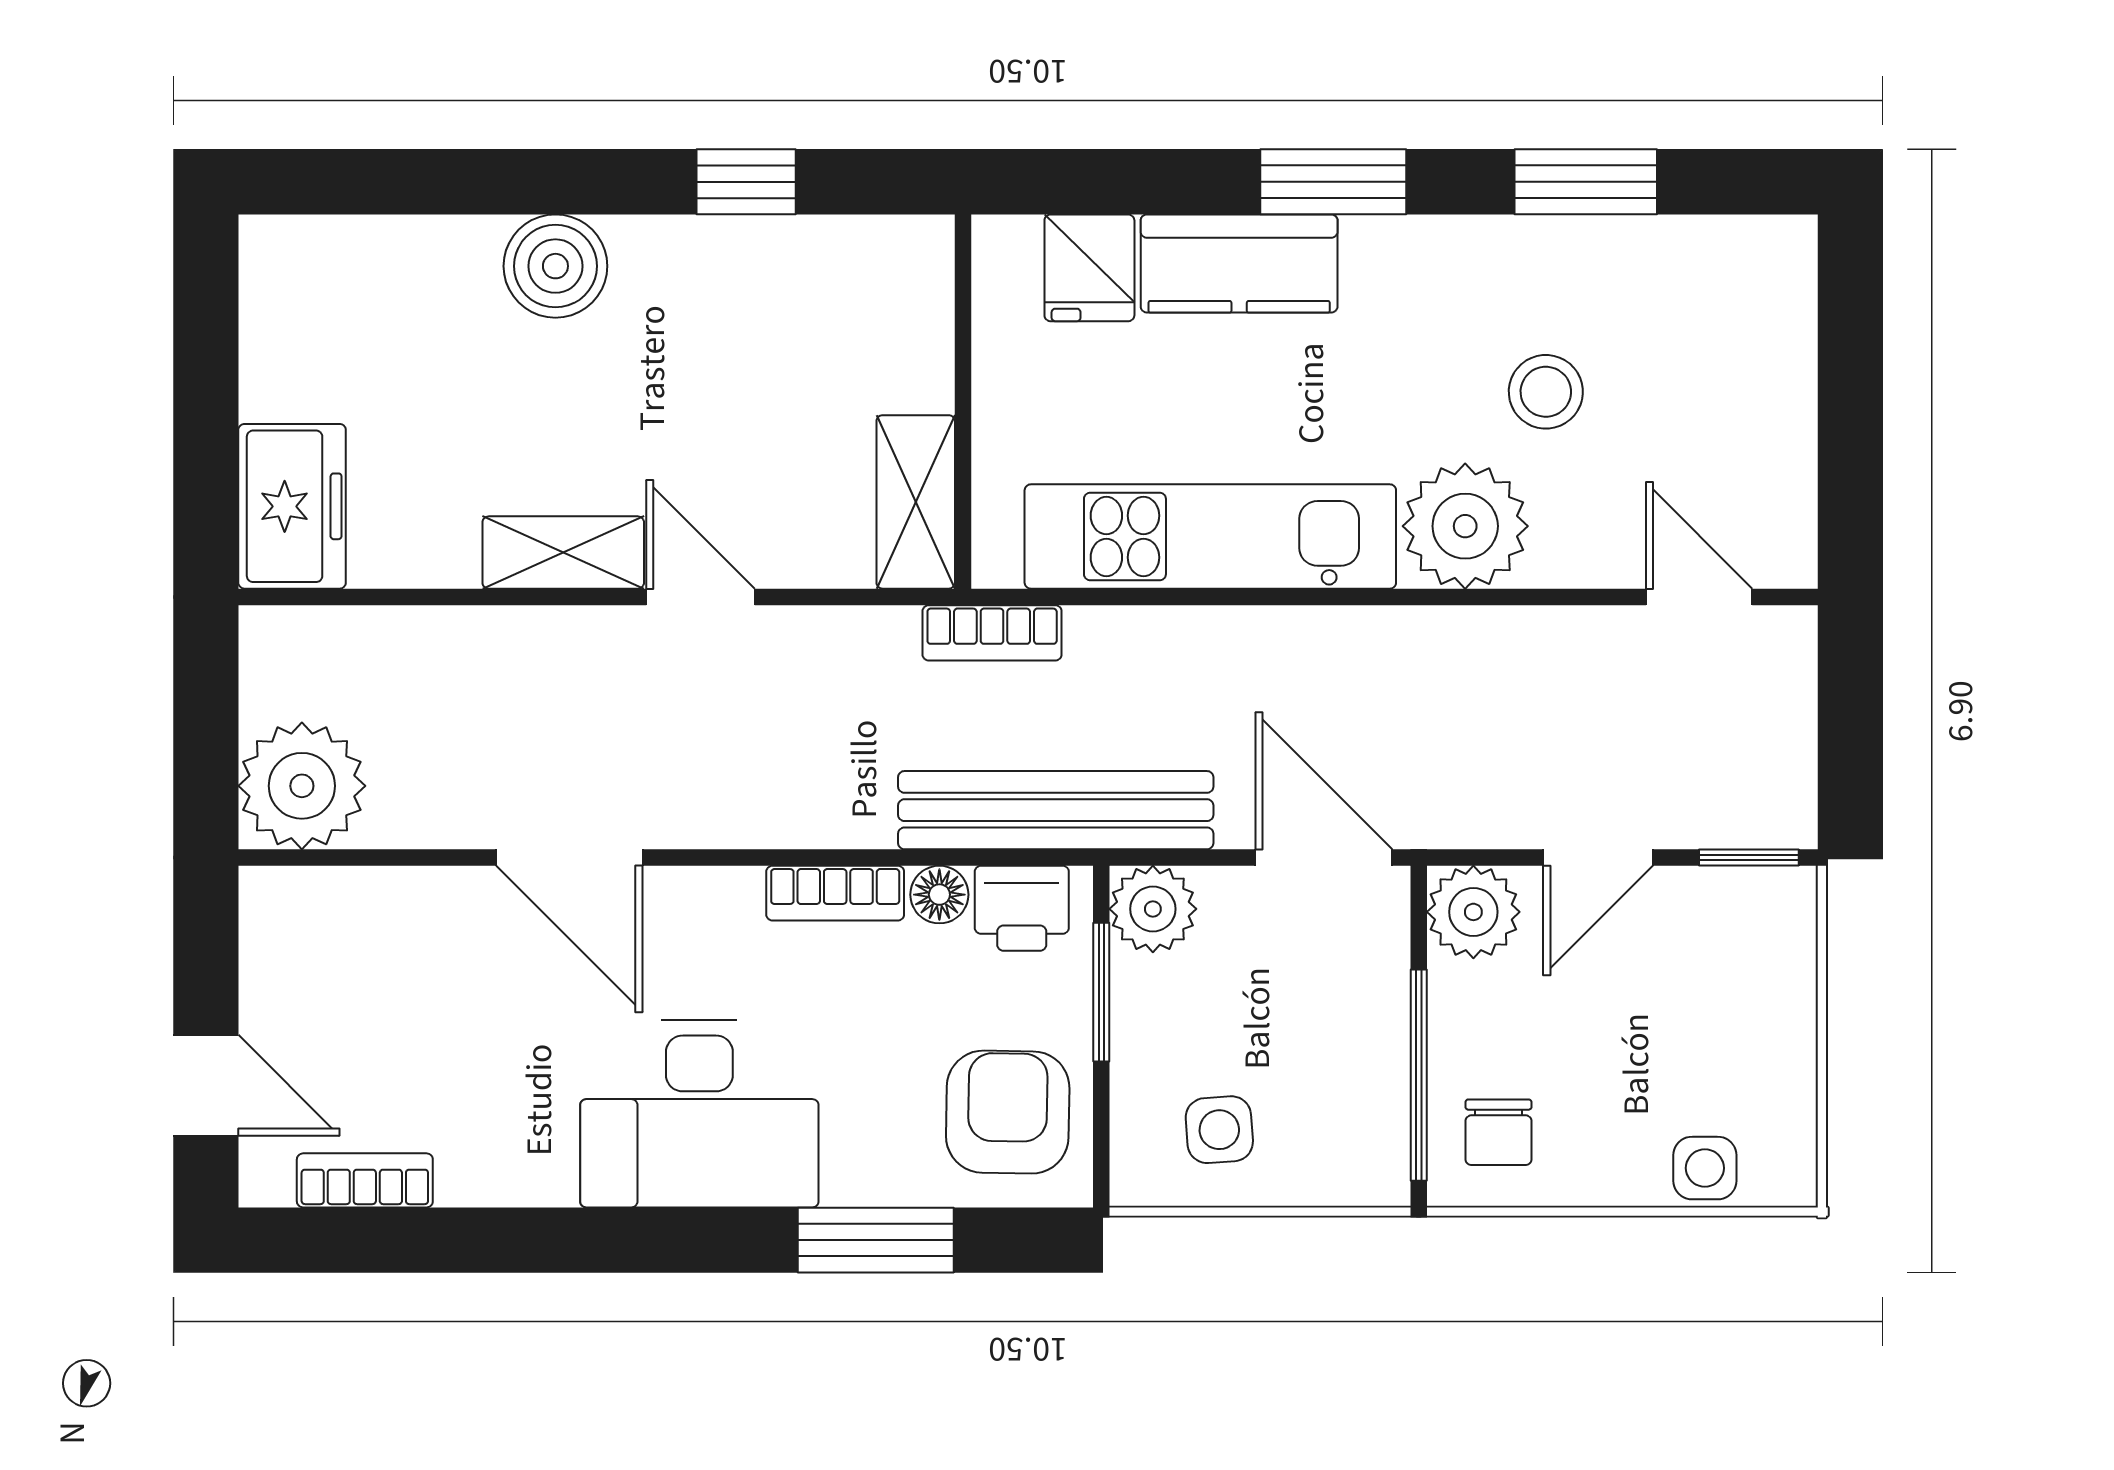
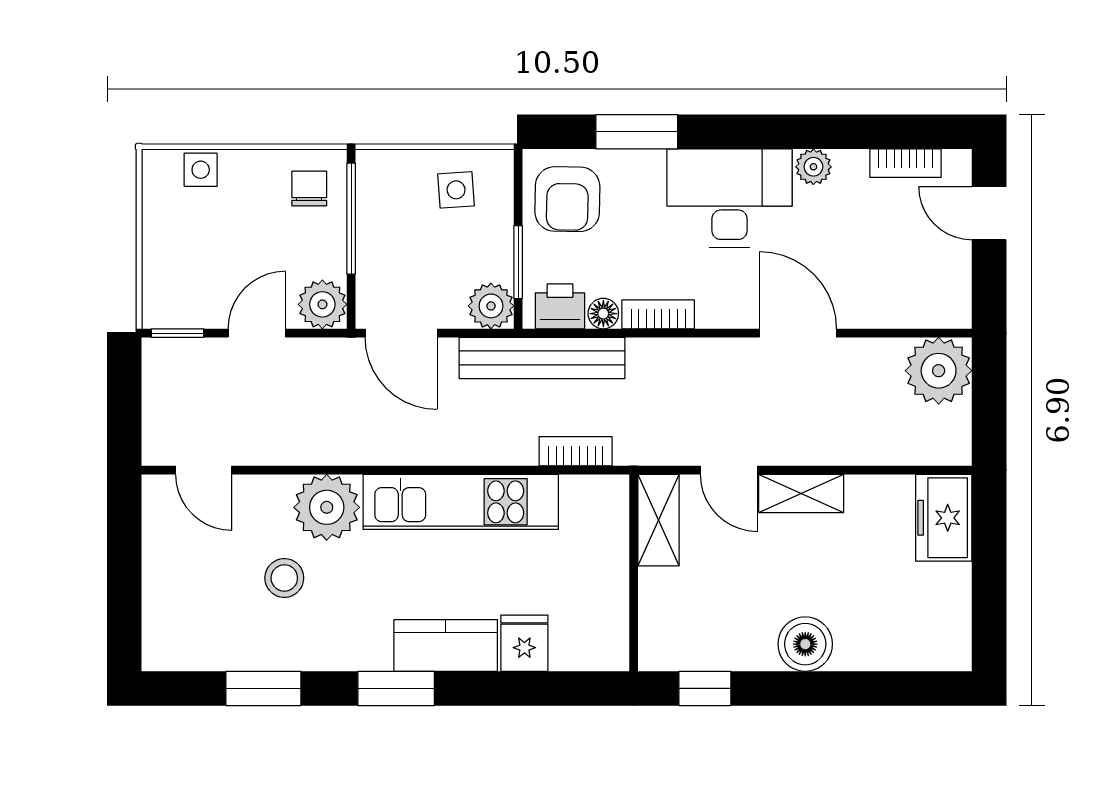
wall: (963, 402) -> (634, 573), moved
shelving: (916, 502) -> (659, 520), moved
plant: (540, 1174) -> (813, 167), added

